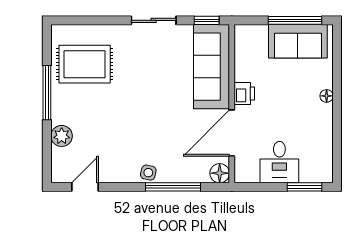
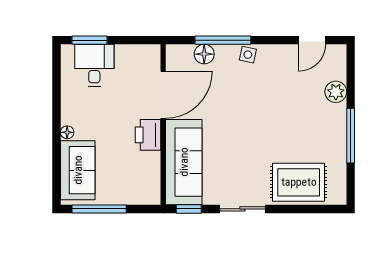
sofa: (298, 41) -> (78, 170), moved, turned 90
rug: (85, 64) -> (299, 182), moved
printer: (244, 93) -> (148, 135), width x1.36, depth x1.24
desk: (279, 162) -> (94, 65), moved
floor lamp: (220, 173) -> (204, 54), moved

